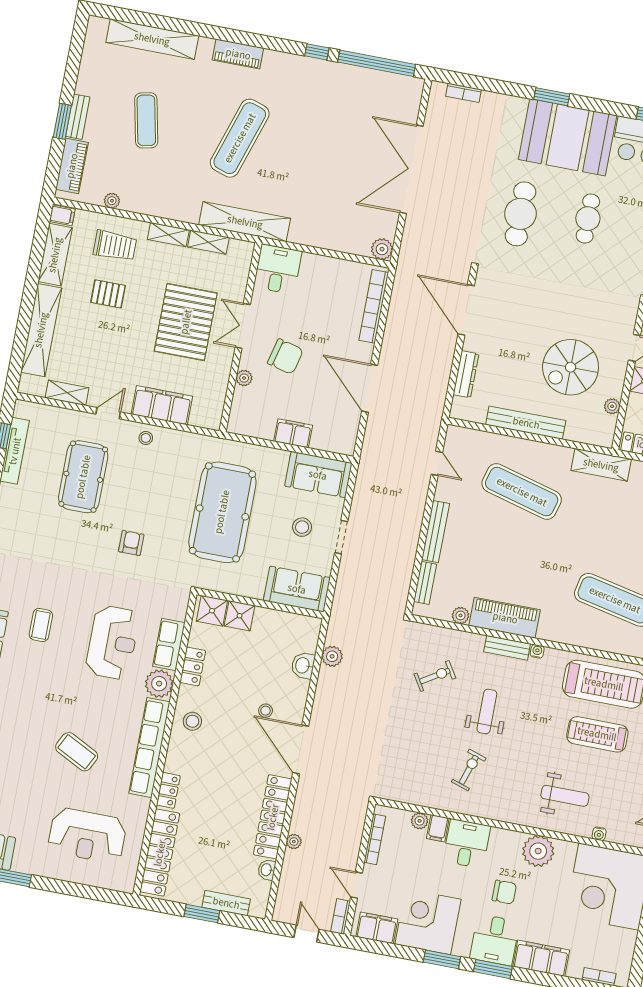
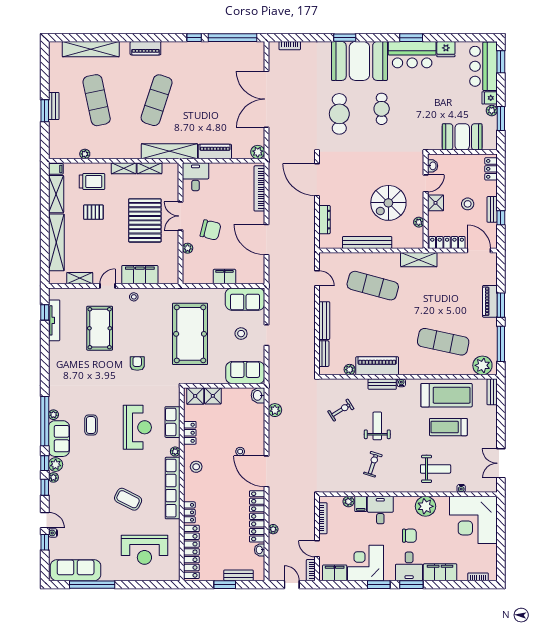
exercise mat: (146, 120) -> (97, 100), width x1.36, depth x1.45
piano: (72, 166) -> (215, 152), moved, turned -90
washbasin: (303, 665) -> (258, 395), moved
plant: (159, 684) -> (175, 452), width x0.53, depth x0.53

